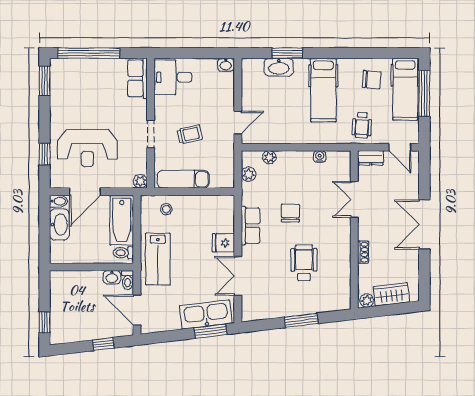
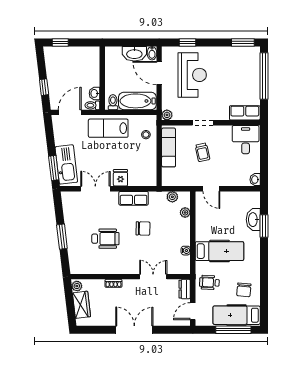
hospital bed: (323, 90) -> (219, 251), moved, turned 180
reception desk: (87, 148) -> (192, 75), turned 180

